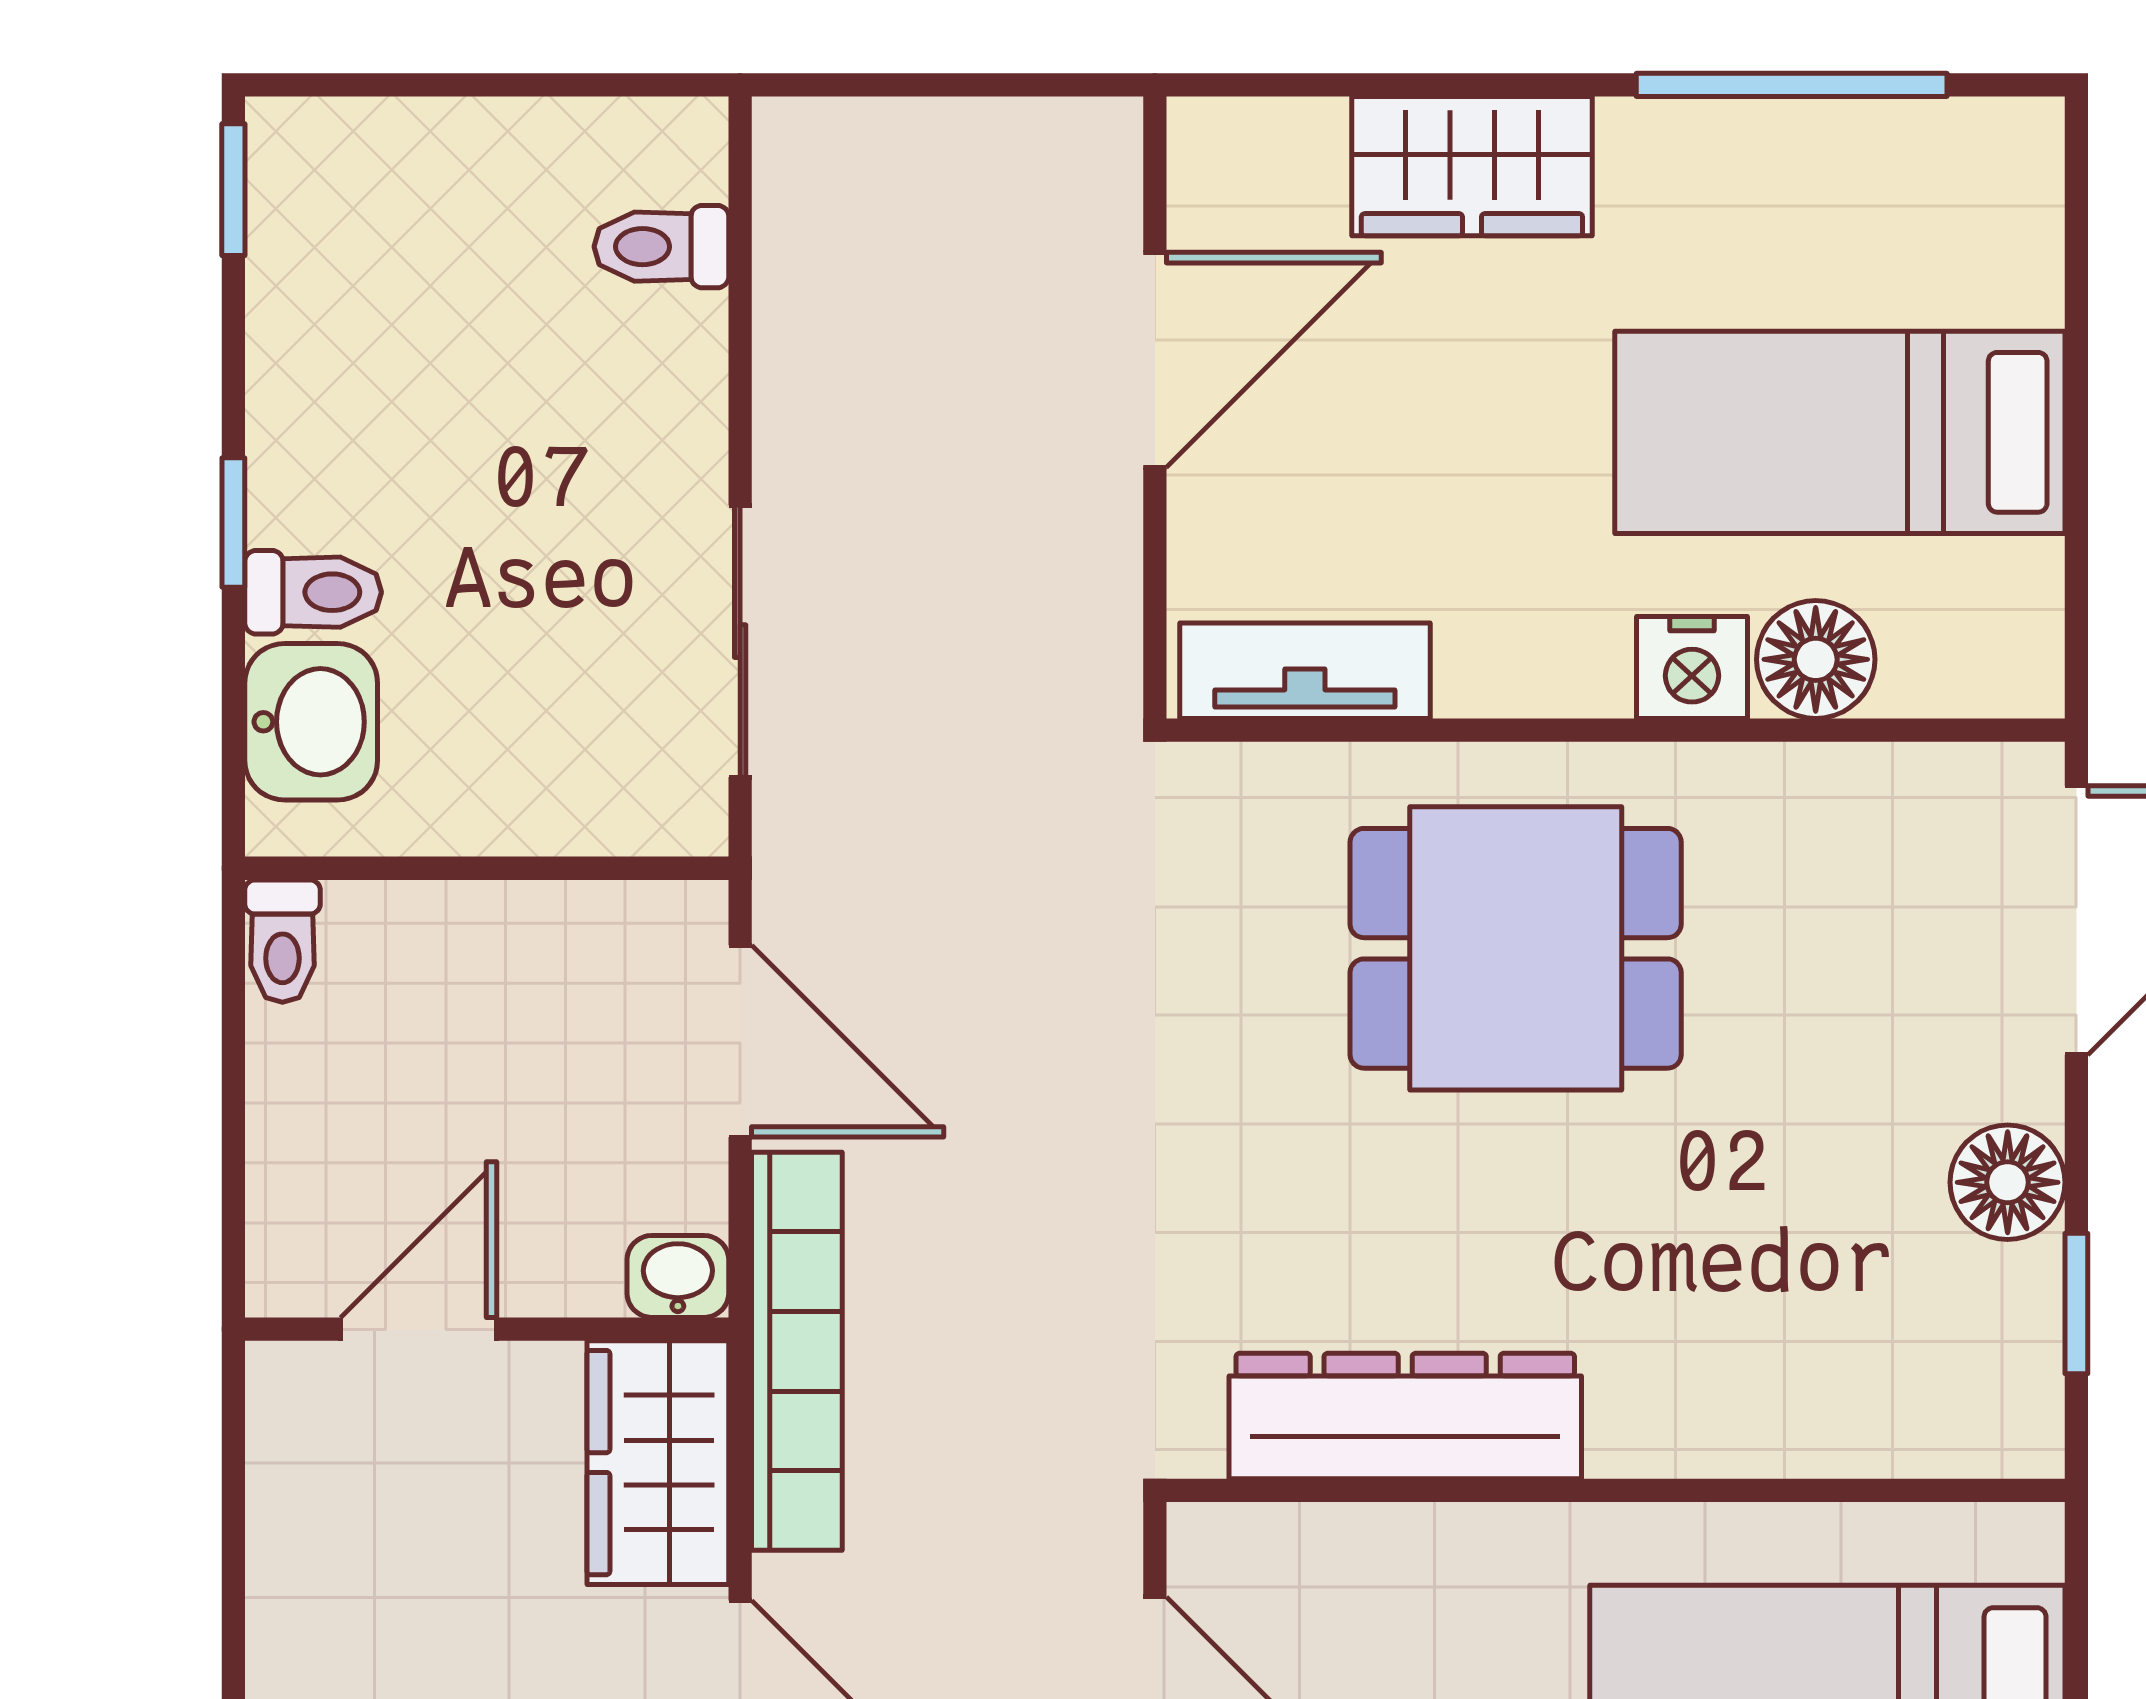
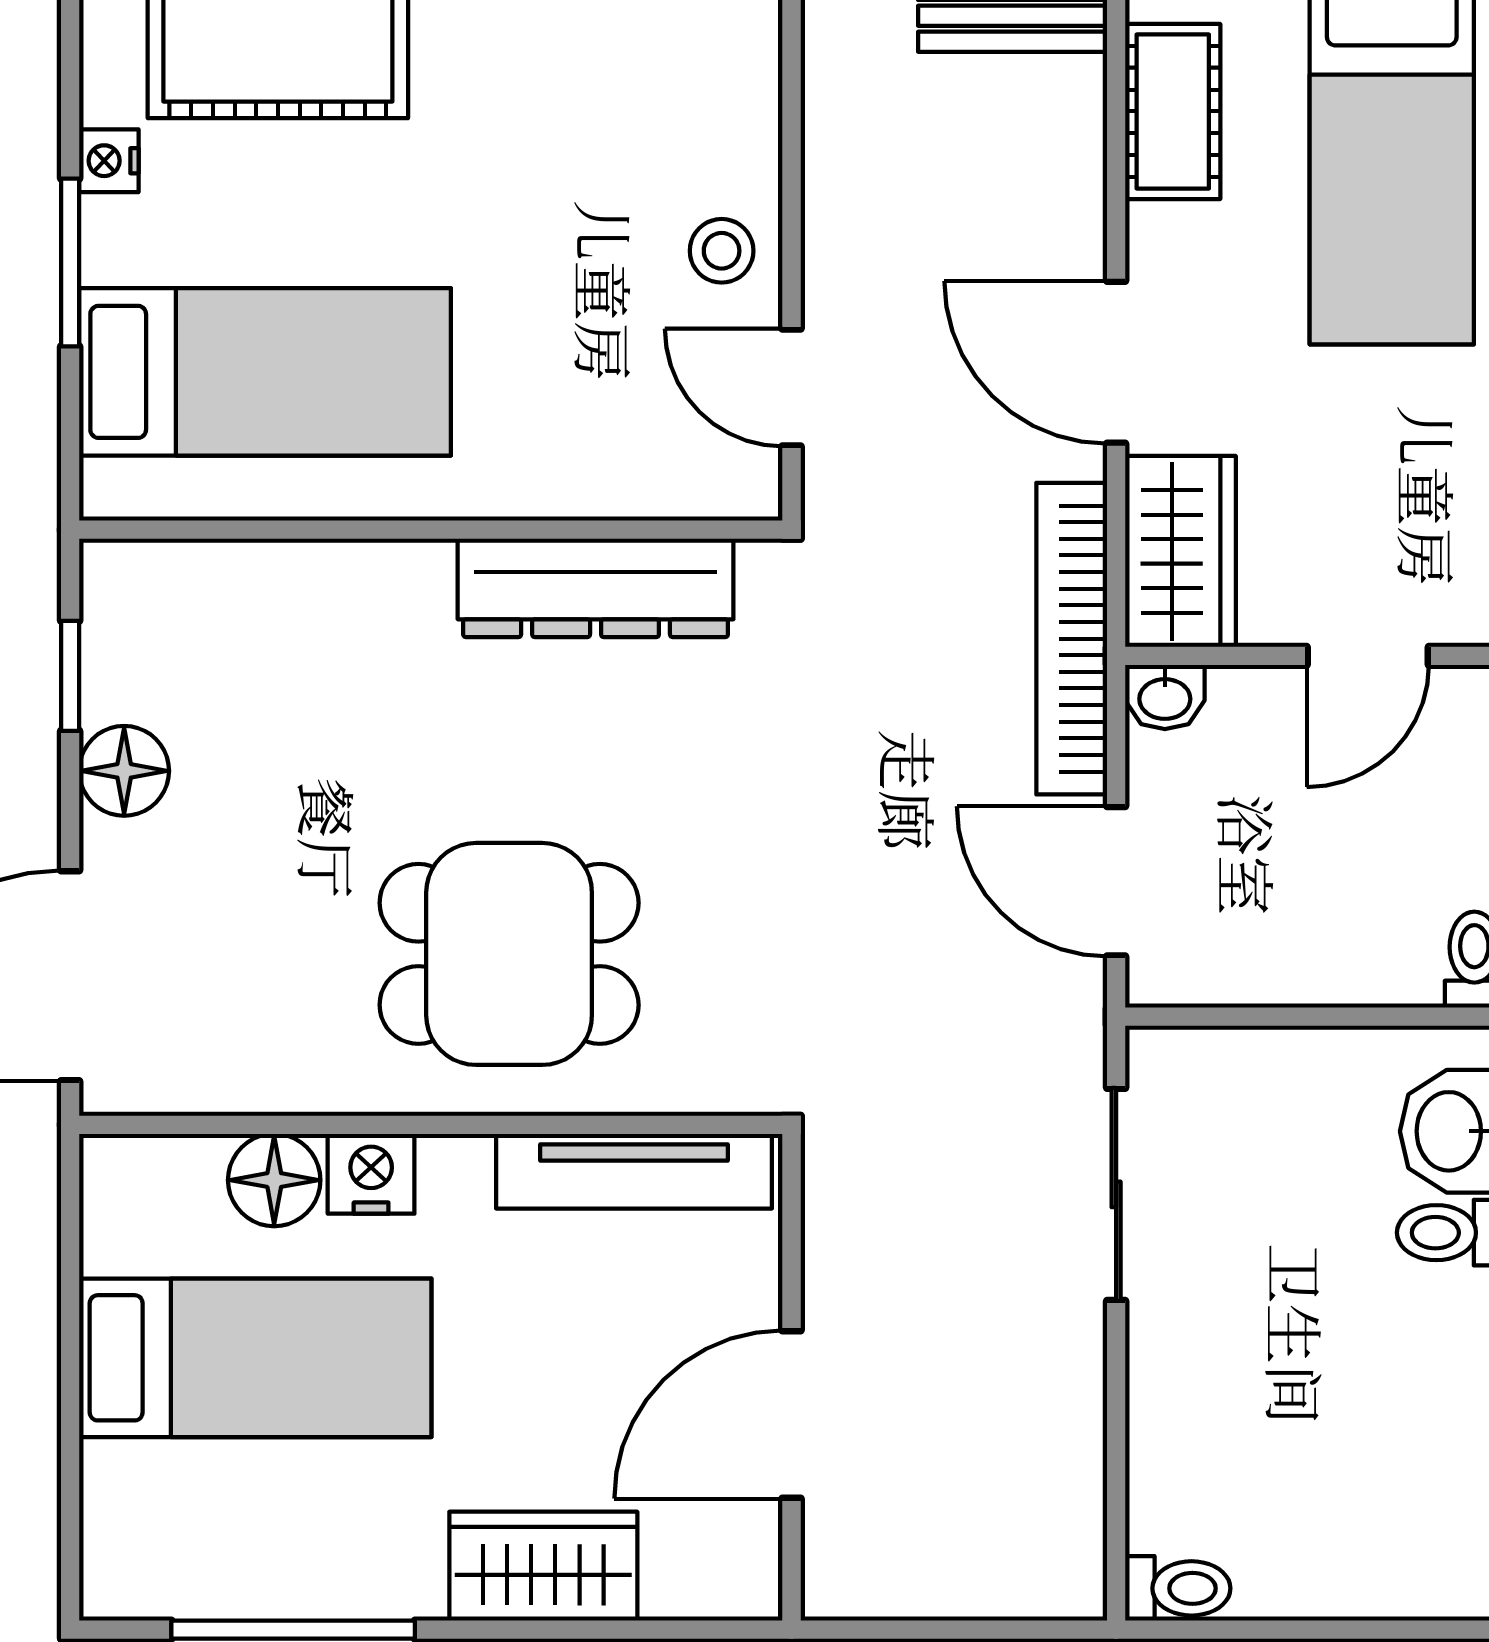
toilet: (661, 247) -> (1178, 1588), moved
tv unit: (1305, 671) -> (634, 1171), width x1.41

